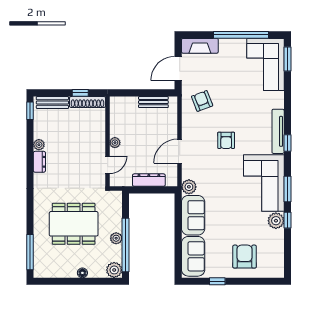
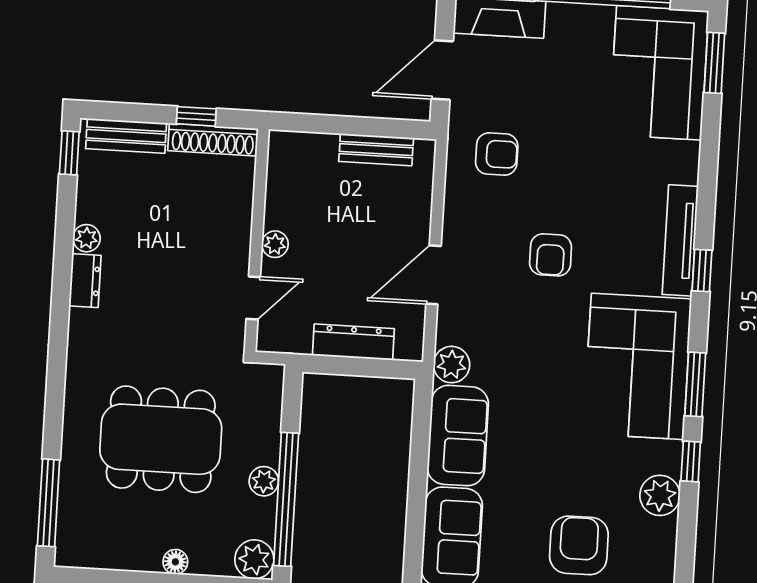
armchair: (202, 101) -> (497, 154), turned 111
plant: (276, 221) -> (660, 495), moved

